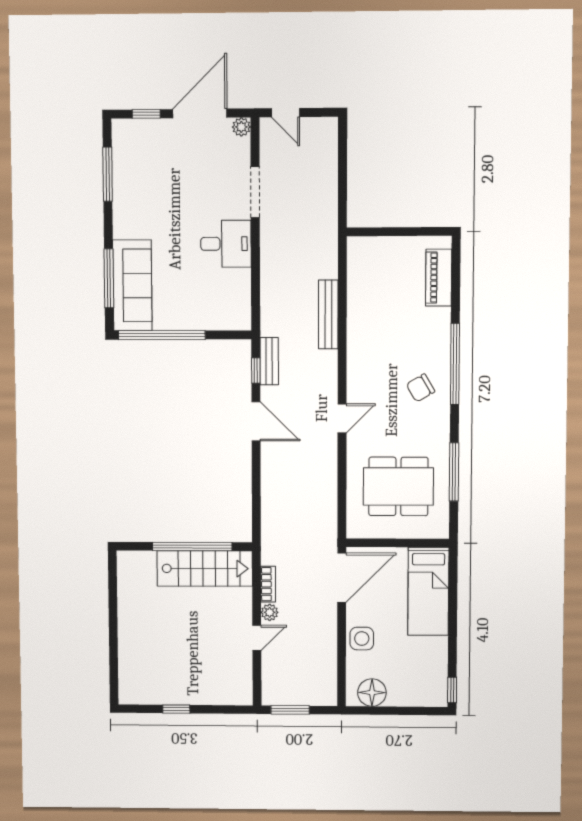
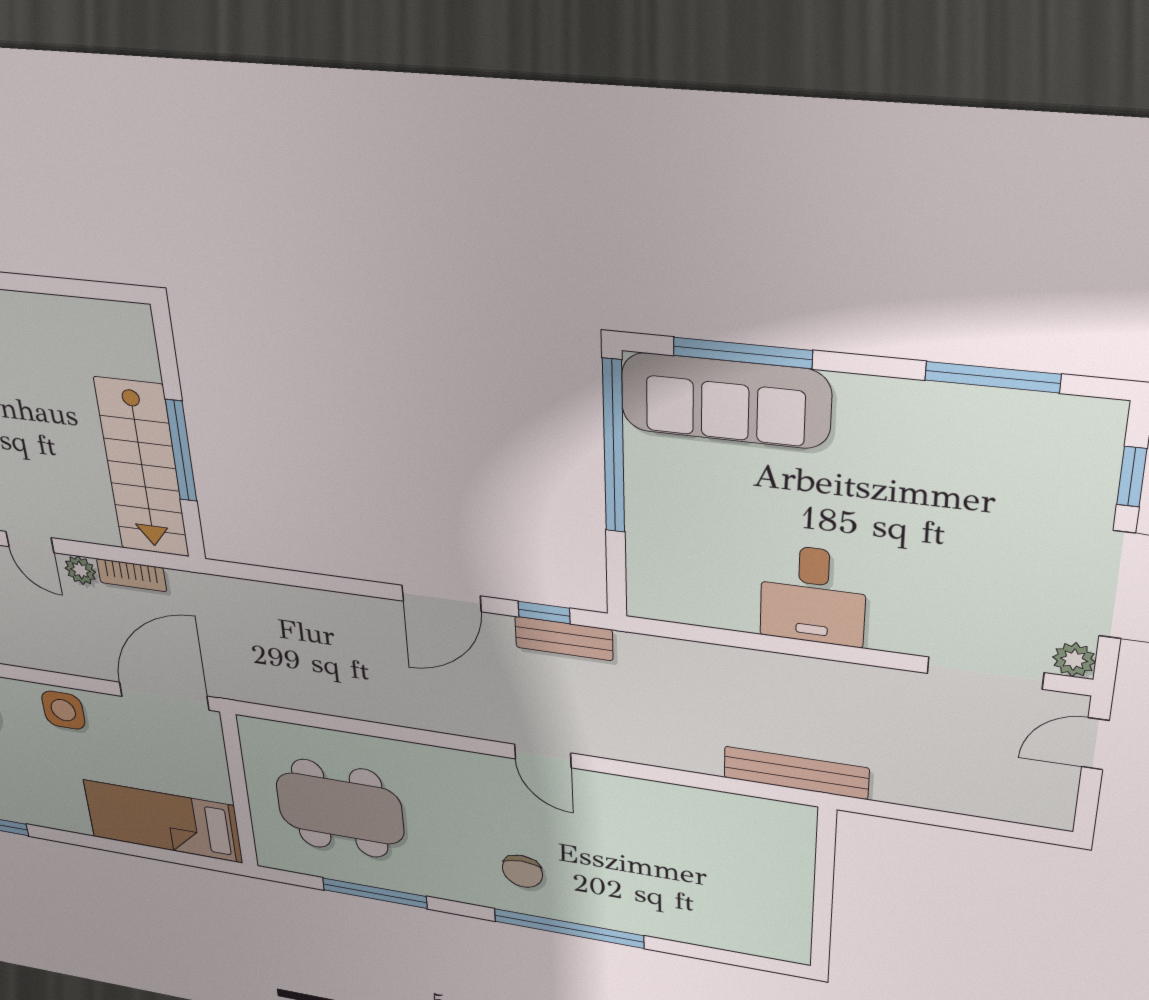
doorway: (255, 192) -> (985, 673), moved
piano: (439, 278) -> (731, 933), removed
bench: (328, 314) -> (796, 773), moved
chair: (421, 388) -> (522, 871), turned -150
door: (342, 418) -> (543, 756), moved
dining table: (398, 486) -> (340, 809), turned 90
window: (192, 546) -> (181, 451), width x0.68
door: (342, 578) -> (164, 696), swing flipped

